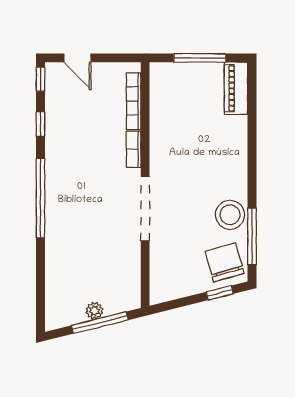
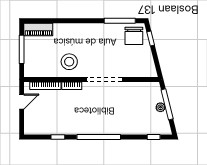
door: (77, 58) -> (22, 102), moved
window: (41, 79) -> (154, 137), moved
stool: (230, 215) -> (69, 62), moved
chair: (224, 262) -> (134, 36), turned -74

